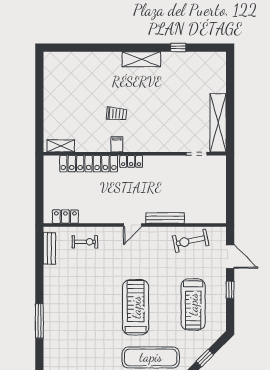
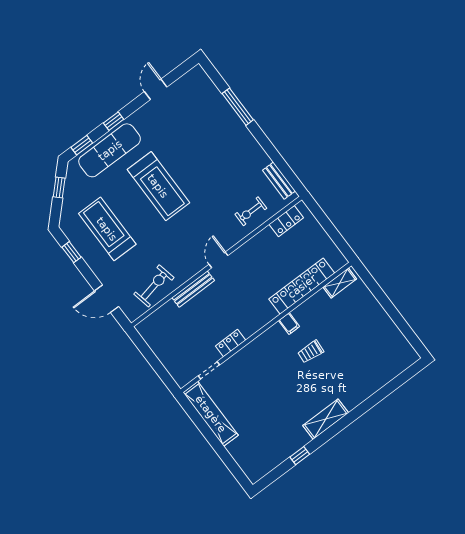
locker: (131, 161) -> (231, 343), moved
window: (230, 290) -> (71, 252), moved

